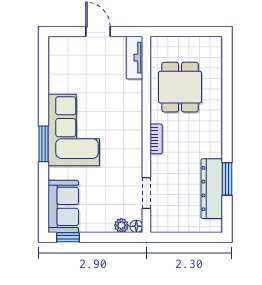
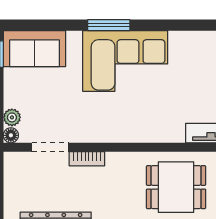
bookcase: (156, 139) -> (87, 159), moved

